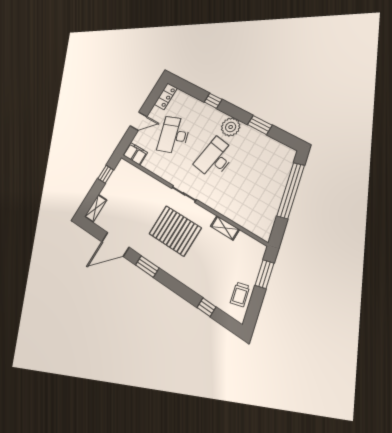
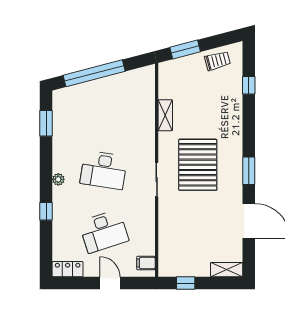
window: (260, 125) -> (46, 123), moved
plant: (231, 127) -> (58, 179), width x0.53, depth x0.53
filing cabinet: (135, 154) -> (146, 263), width x0.50

